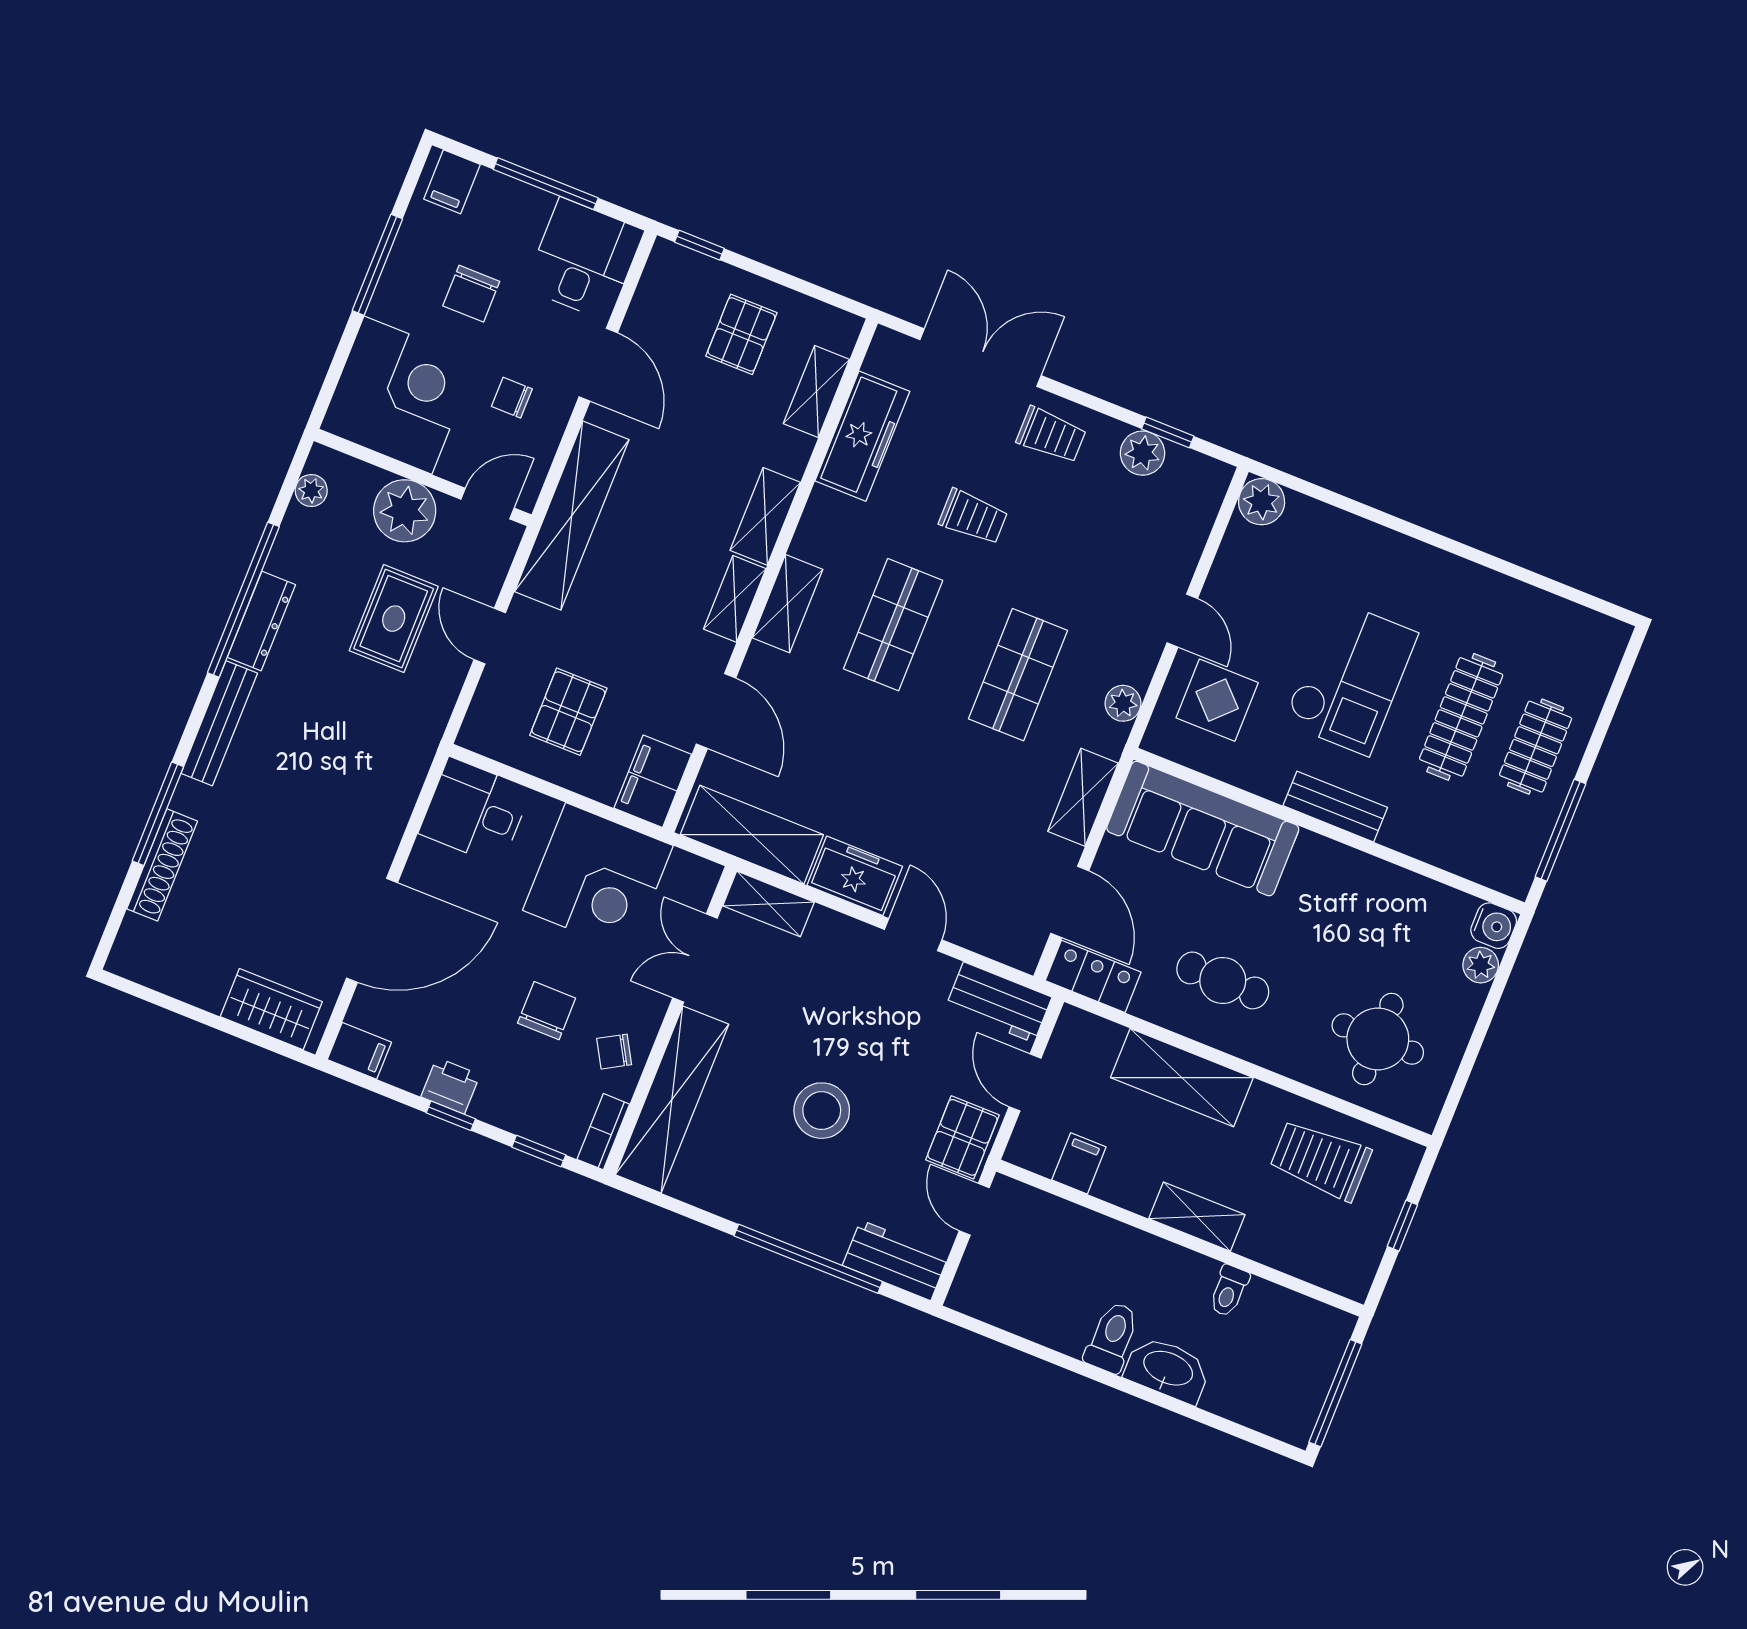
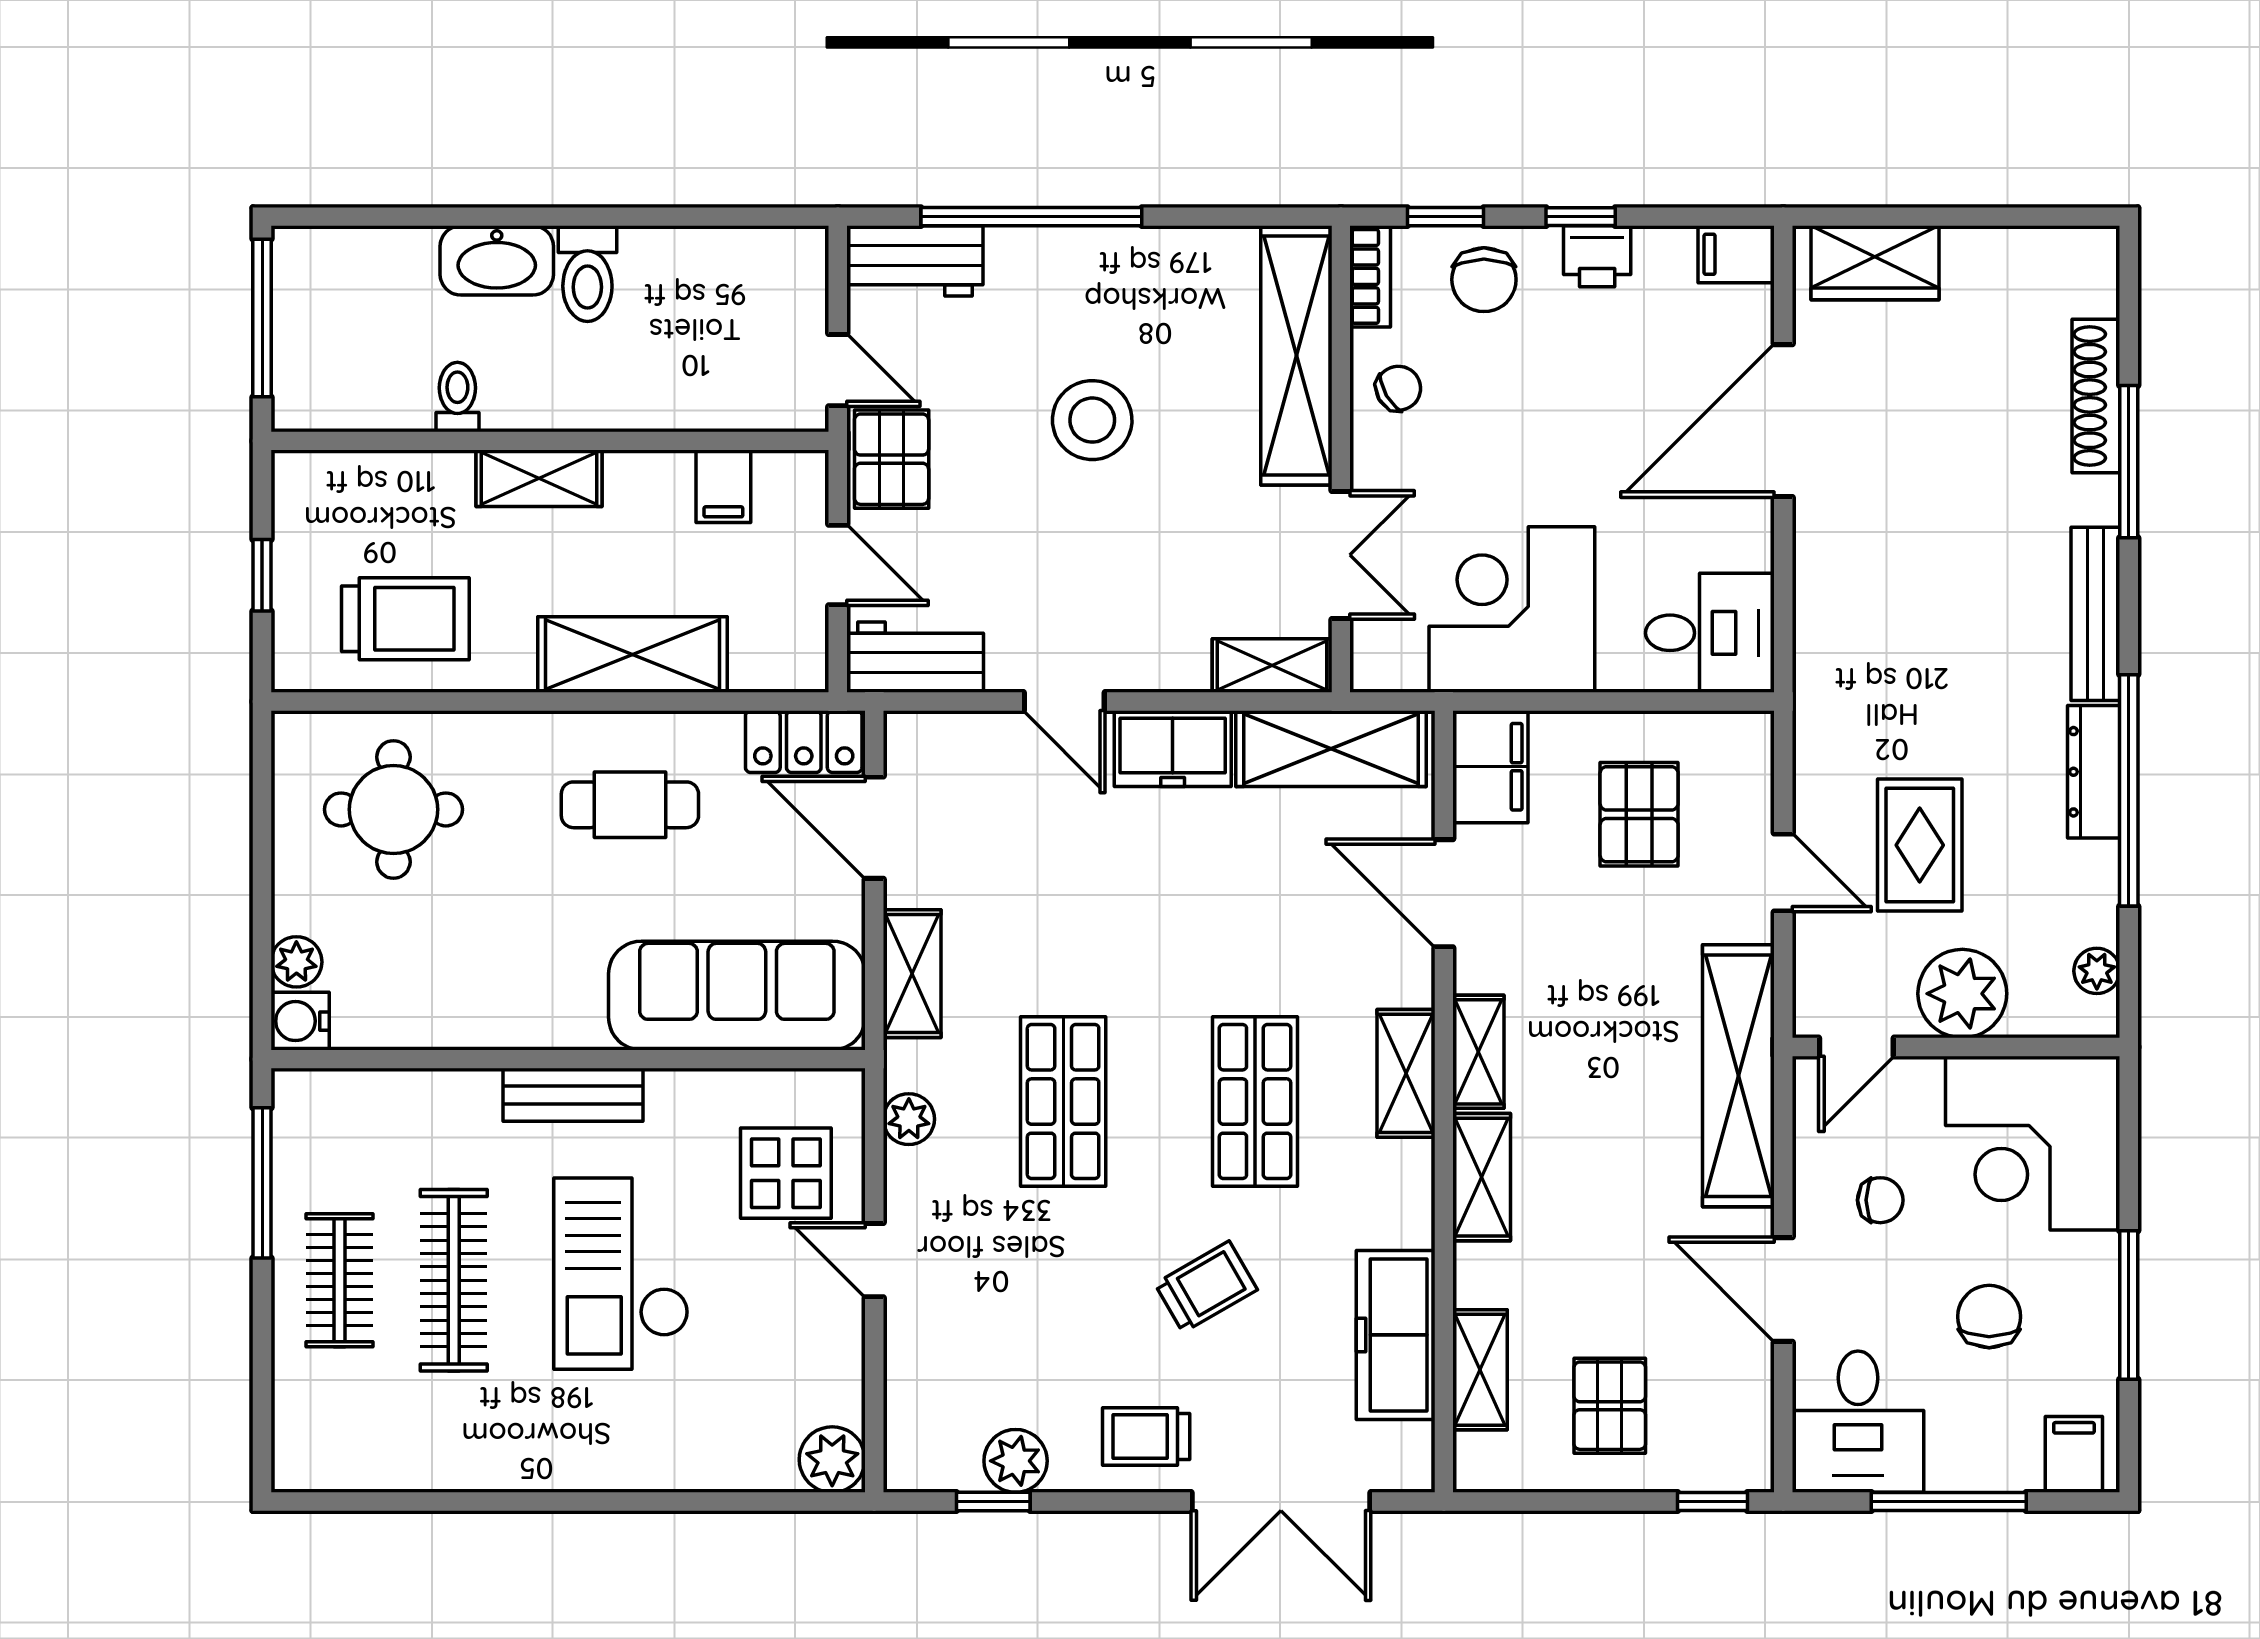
trolley: (973, 517) -> (1206, 1287), turned 150
chair: (547, 1011) -> (1484, 280), moved

